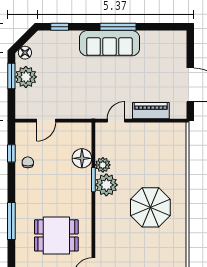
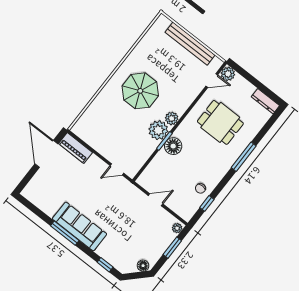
window: (11, 76) -> (172, 248), moved
plant: (26, 77) -> (177, 228), moved, width x0.53, depth x0.53
piano: (151, 111) -> (75, 148), moved
door: (46, 121) -> (156, 200), moved
floor lamp: (82, 158) -> (173, 146), moved
plant: (103, 165) -> (172, 118), moved

